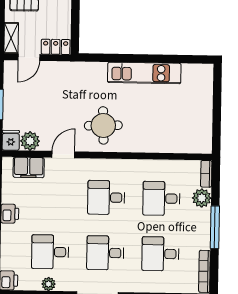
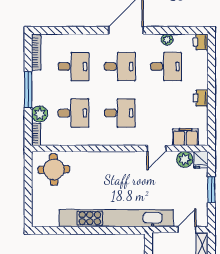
locker: (56, 47) -> (165, 239), removed
kitchen unit: (144, 73) -> (116, 218), width x1.86
round table: (103, 125) -> (54, 169), moved

